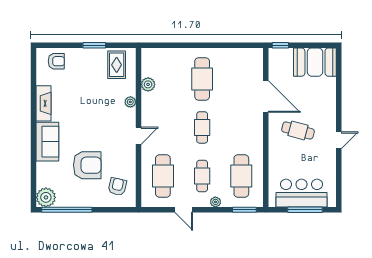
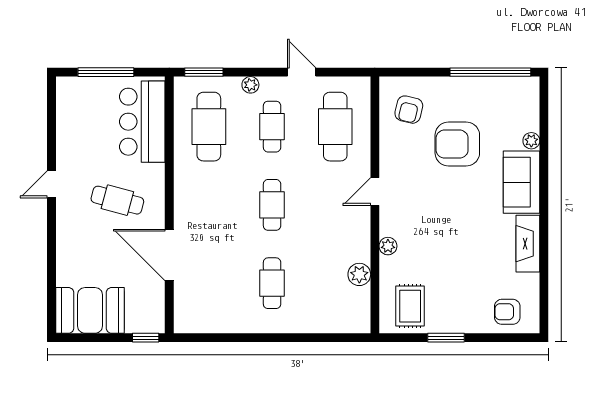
cafe table: (202, 79) -> (272, 283), width x0.73, depth x0.74
bar counter: (302, 193) -> (142, 122), moved, turned 90
plant: (46, 197) -> (531, 141), moved, width x0.53, depth x0.53

